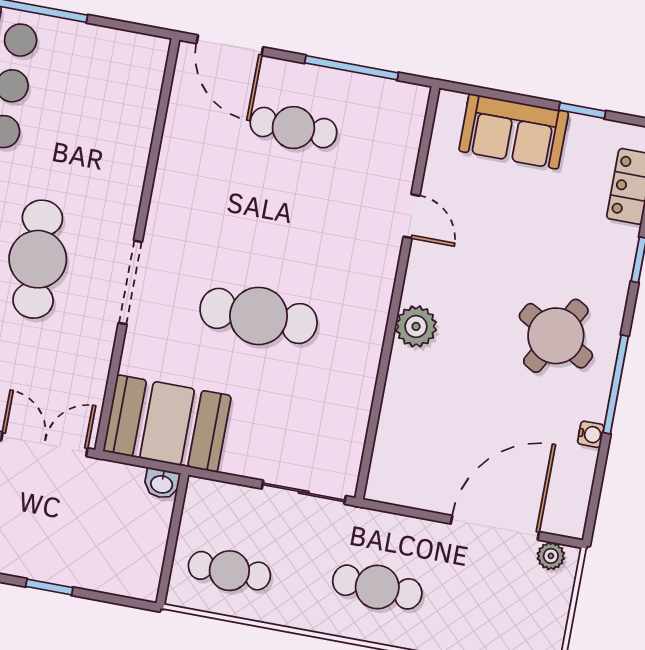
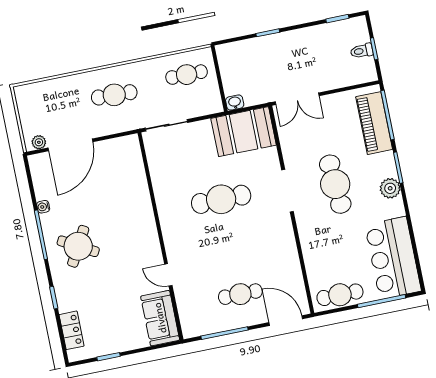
cafe table: (111, 52) -> (340, 295), added
sofa: (514, 131) -> (160, 318), moved, turned -90
plant: (416, 326) -> (145, 224), removed

